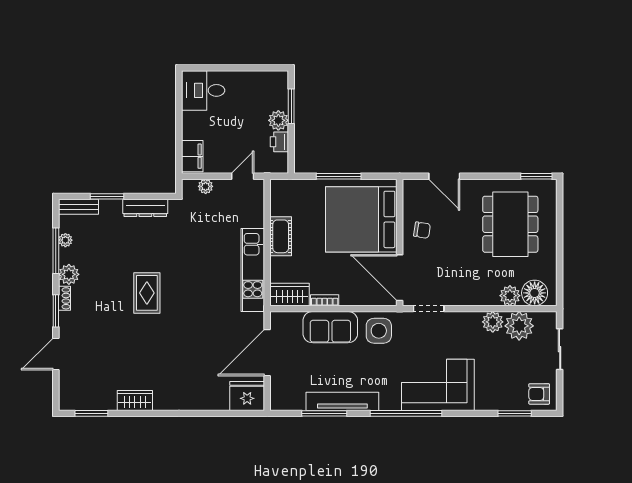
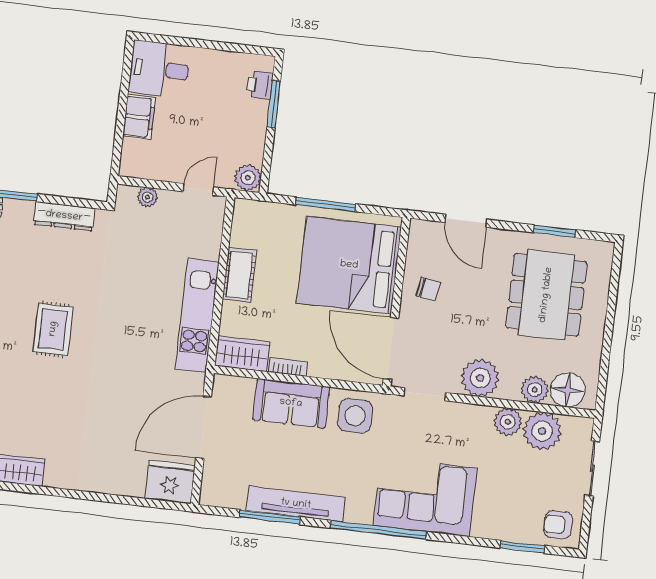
plant: (278, 120) -> (248, 178), moved
printer: (279, 142) -> (260, 85), moved
filing cabinet: (192, 156) -> (139, 117), moved
window: (536, 176) -> (554, 231), moved
plant: (468, 292) -> (480, 378), added

